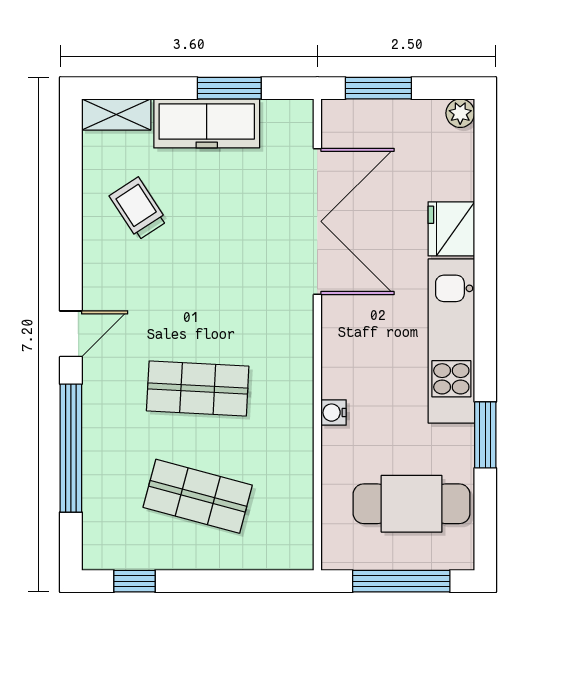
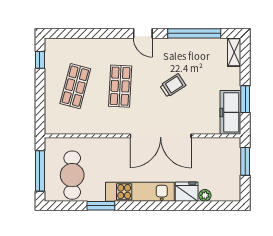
plant: (460, 113) -> (205, 195), moved
freezer: (207, 123) -> (230, 112), moved
trolley: (138, 209) -> (173, 85), moved
double door: (317, 221) -> (161, 136), moved
water cooler: (334, 413) -> (110, 143), removed
window: (71, 448) -> (194, 33), moved

